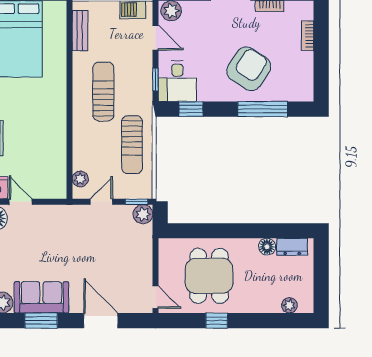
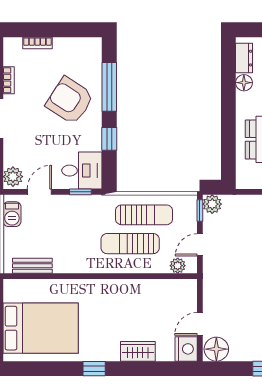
sun lounger: (103, 92) -> (130, 244), moved
window: (191, 109) -> (109, 139), moved
door: (101, 202) -> (200, 245), hinge flipped

